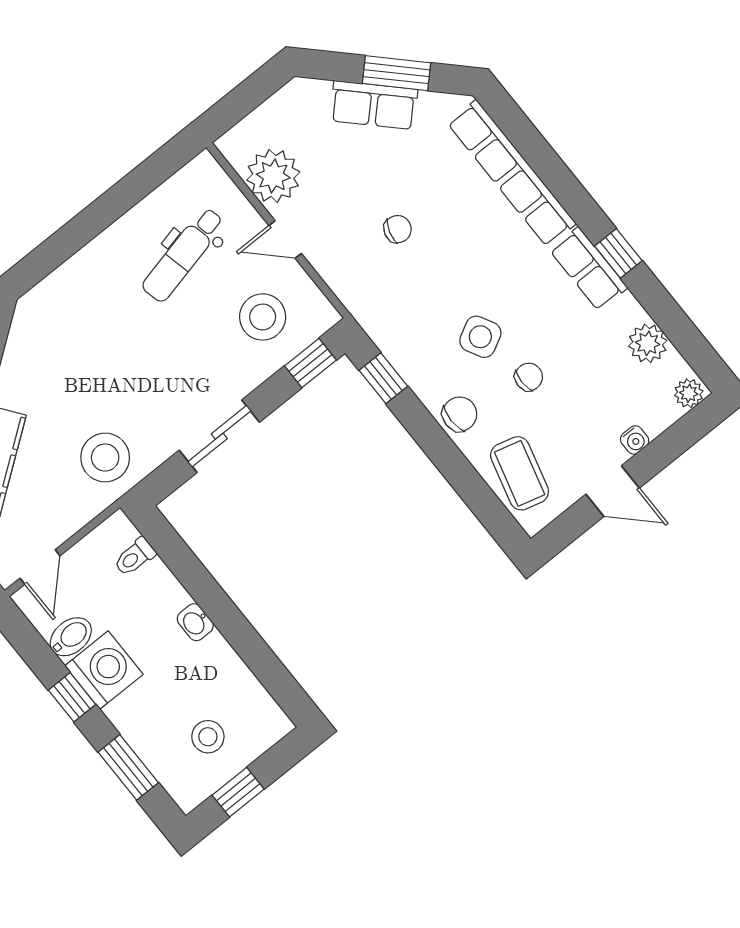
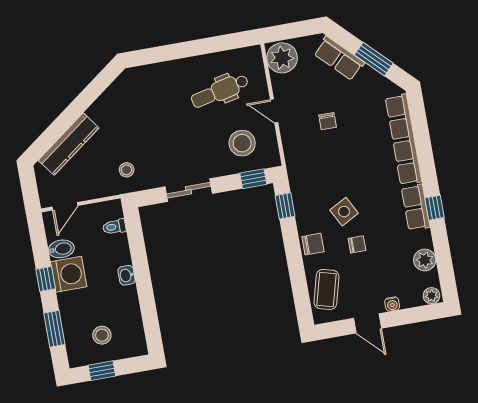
row of seats: (374, 105) -> (339, 58), moved
plant: (273, 176) -> (282, 58), moved
chair: (398, 229) -> (328, 121), moved, turned 73
stool: (105, 458) -> (127, 170), width x0.53, depth x0.53

